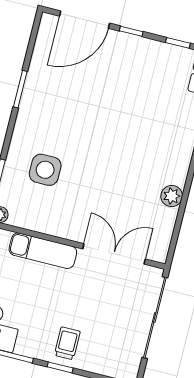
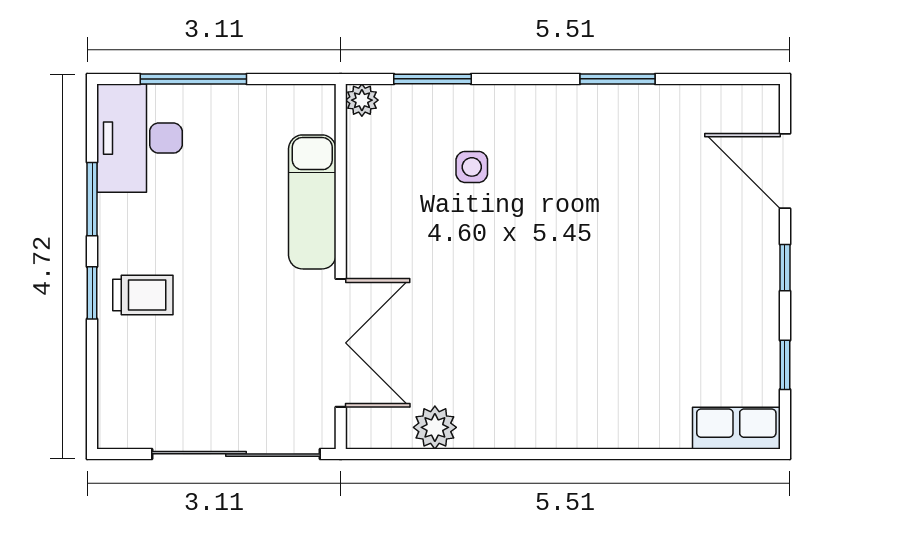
door: (85, 20) -> (785, 171), width x0.73
side table: (45, 170) -> (472, 167), width x0.54, depth x0.54
plant: (172, 196) -> (435, 427), moved

